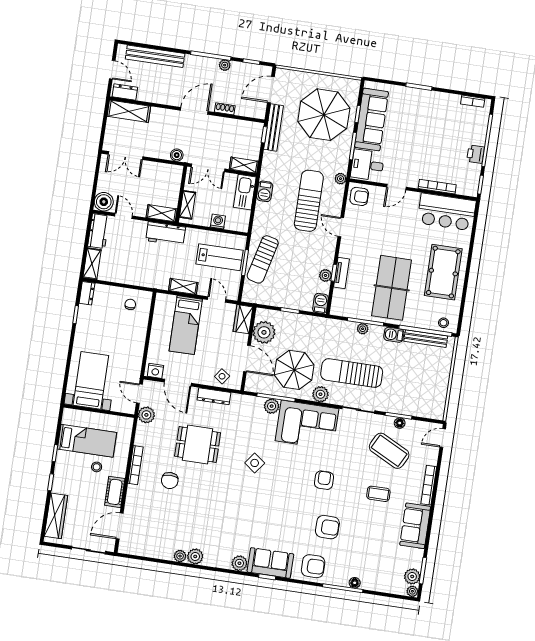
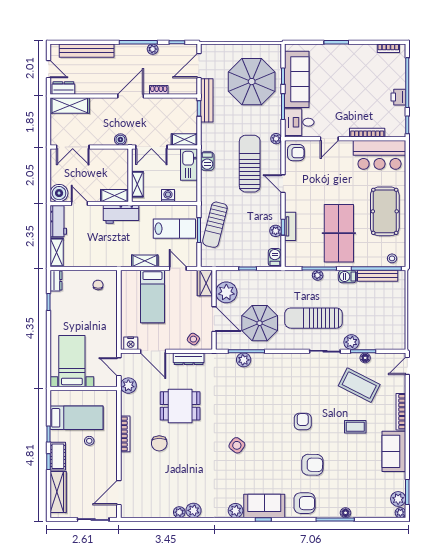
plant: (320, 394) -> (351, 342), moved
corner sofa: (307, 425) -> (279, 372), removed
side table: (255, 463) -> (237, 445), moved
cot: (115, 492) -> (58, 456), moved

